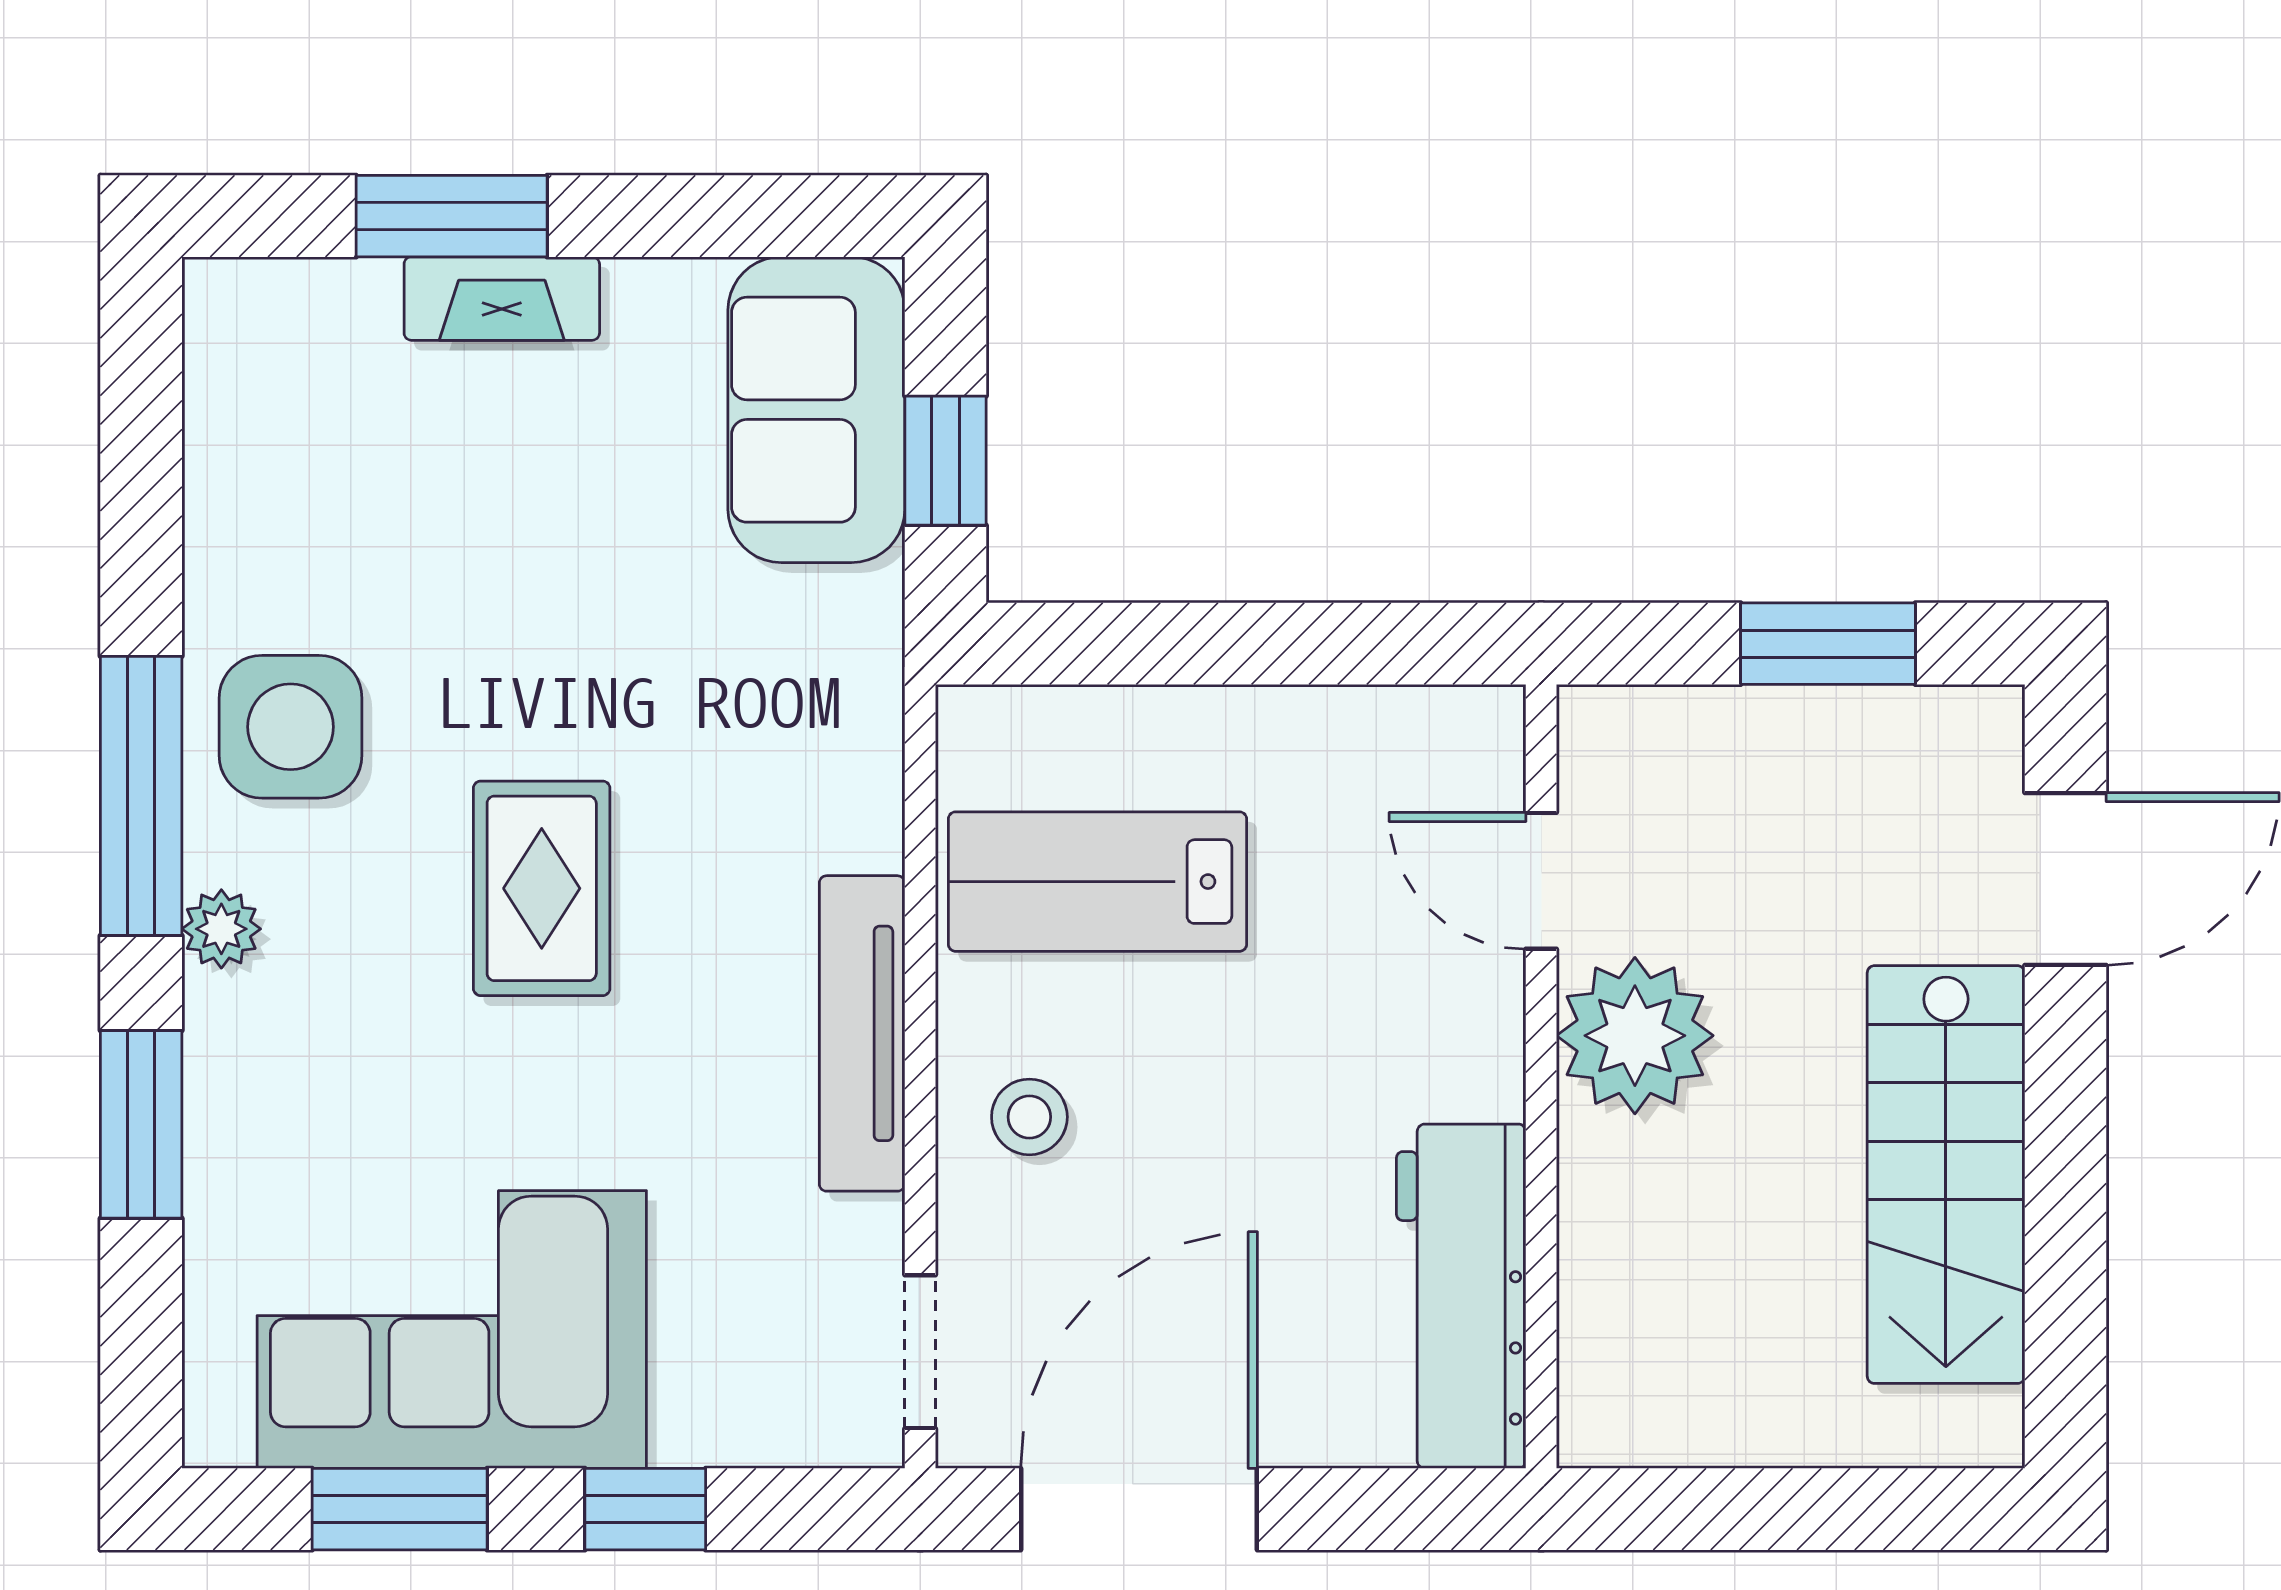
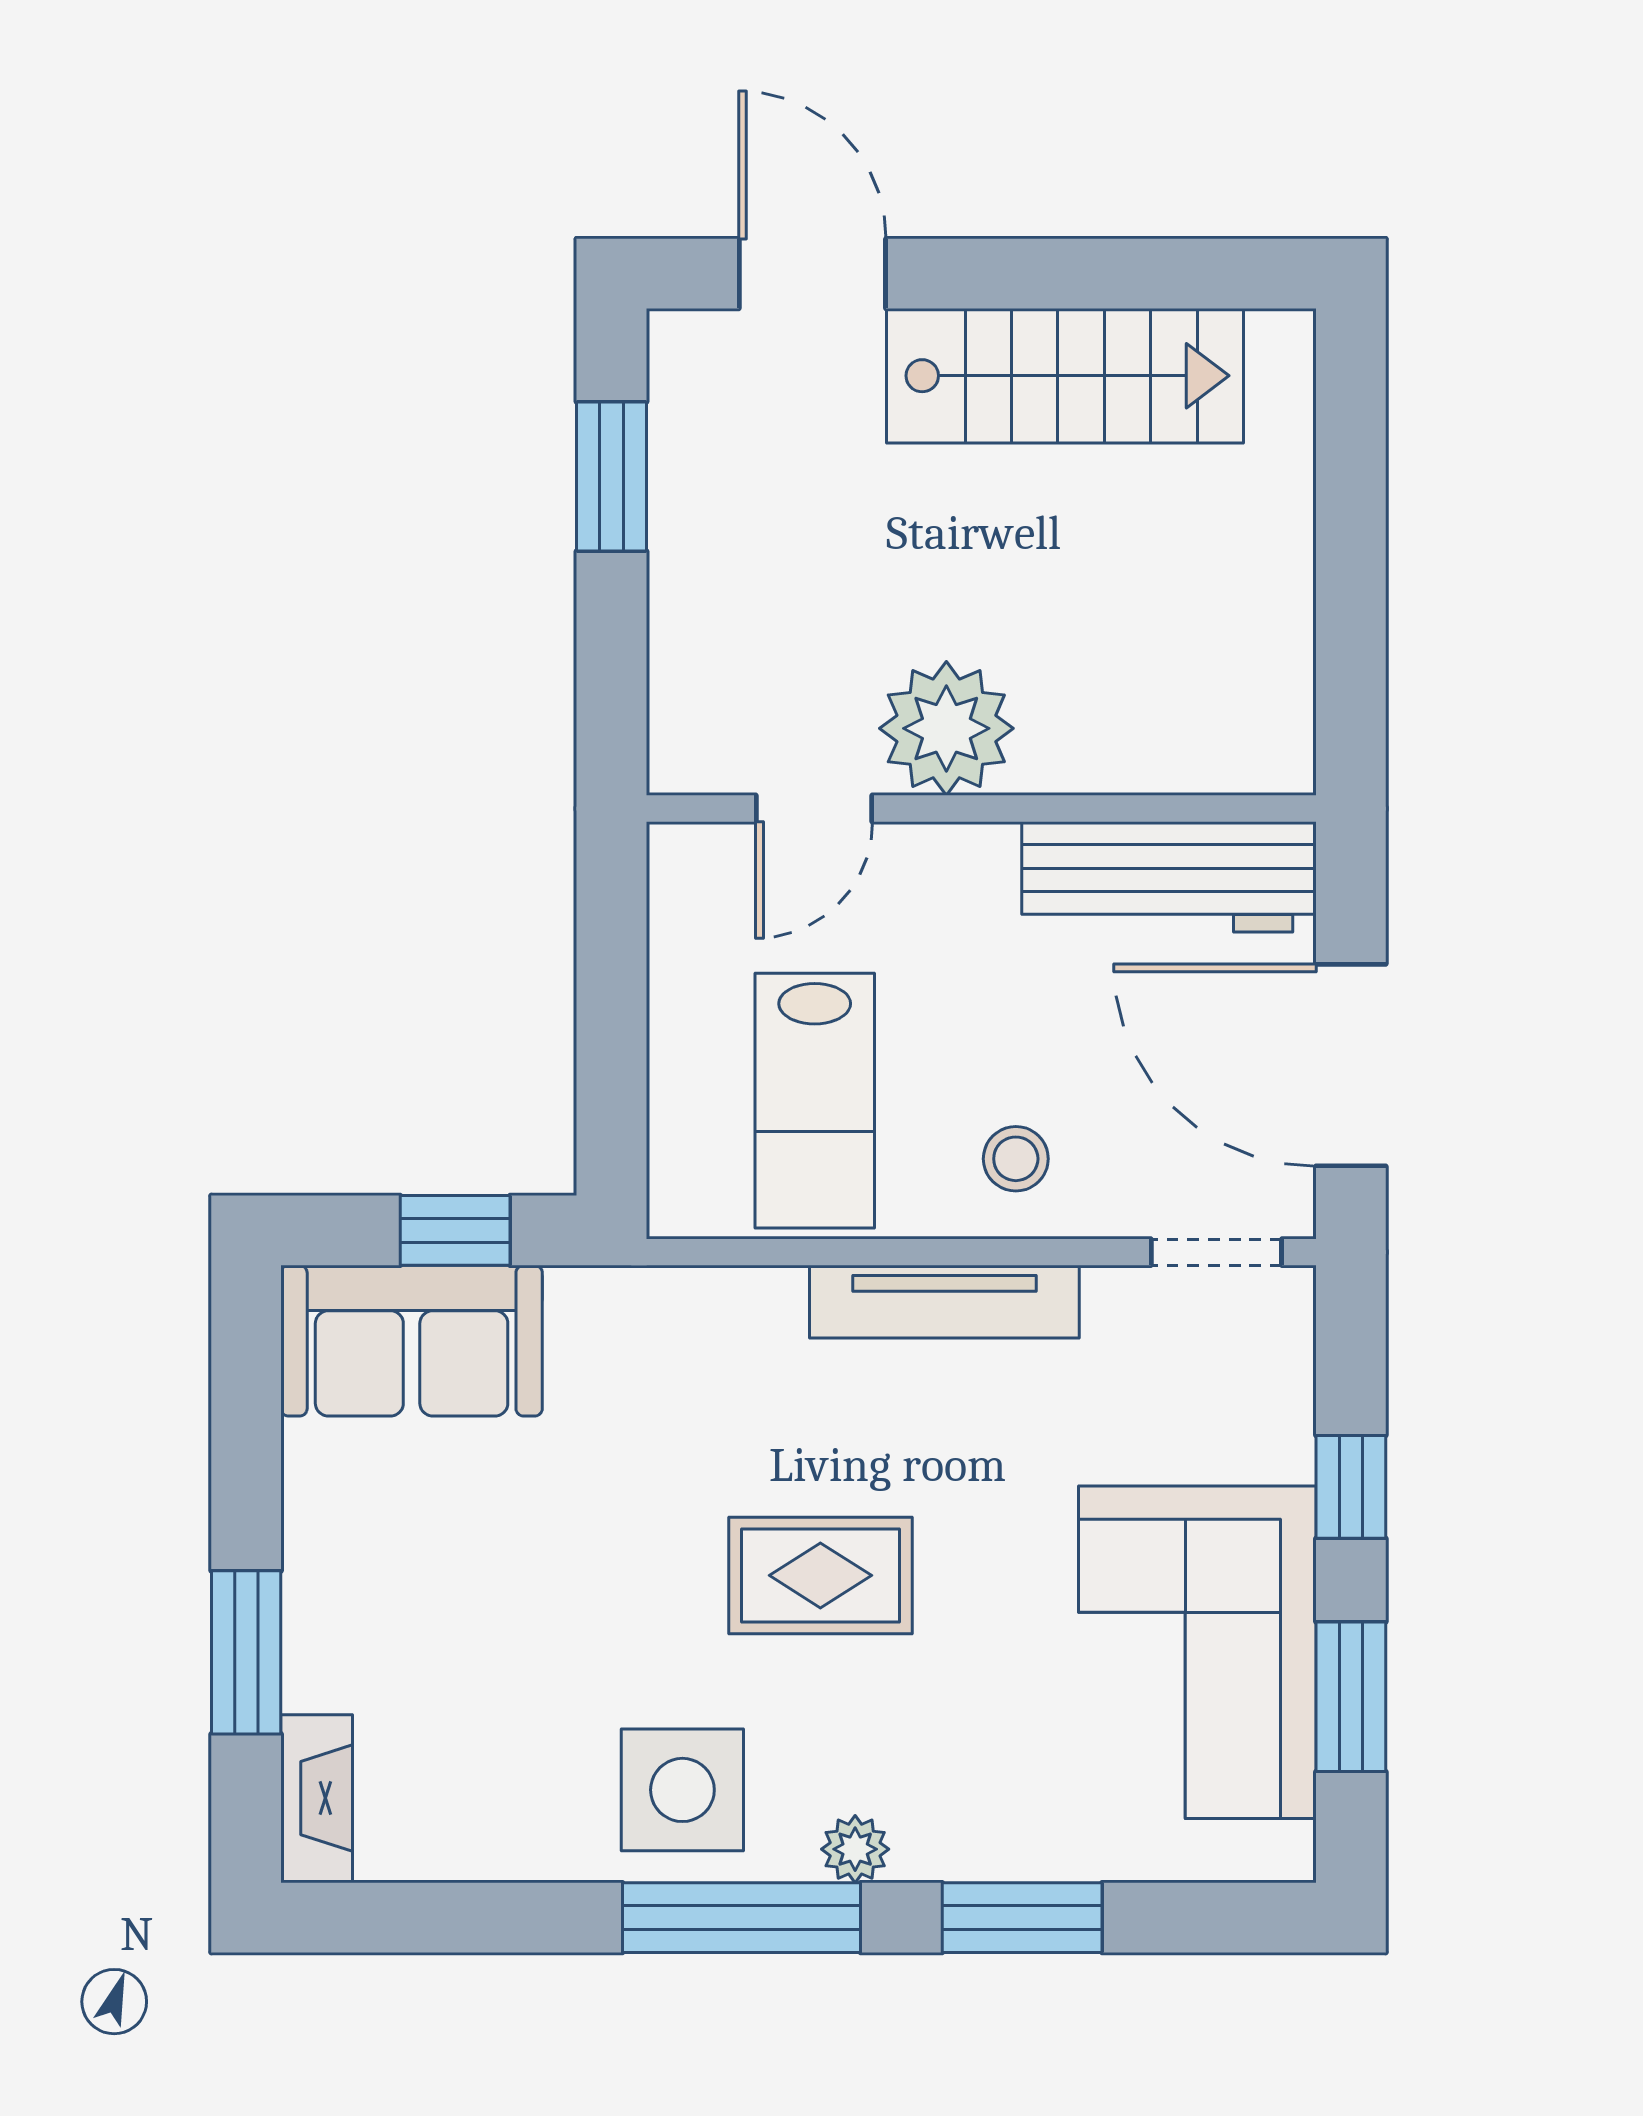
fireplace: (502, 299) -> (317, 1798), moved
door: (1541, 881) -> (814, 809), moved
plant: (1635, 1036) -> (946, 728), moved
wall: (1541, 1076) -> (981, 809), moved
workbench: (1461, 1296) -> (1169, 877), moved

